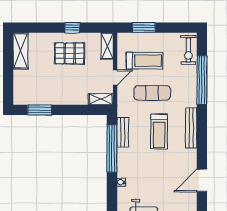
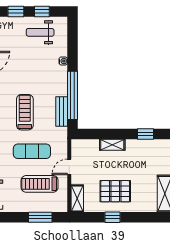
shelving: (101, 99) -> (112, 145), moved
window: (40, 110) -> (145, 134), width x0.67

